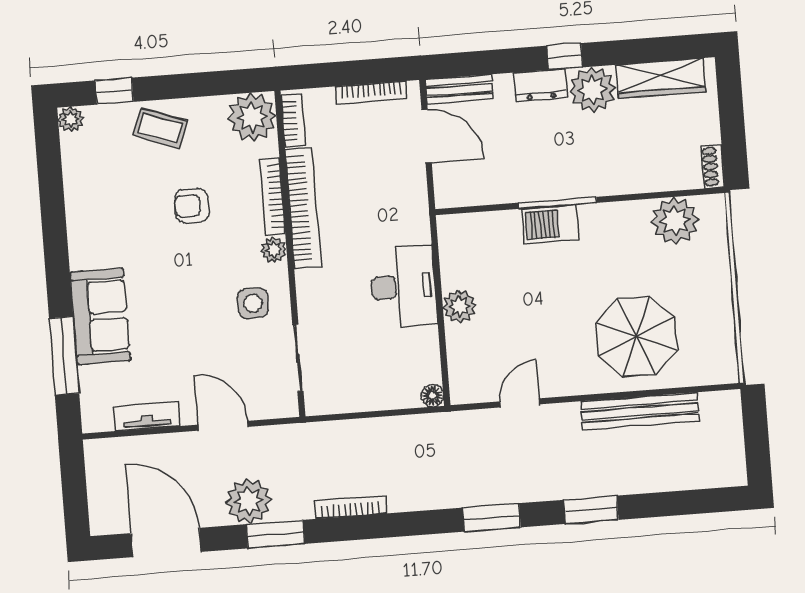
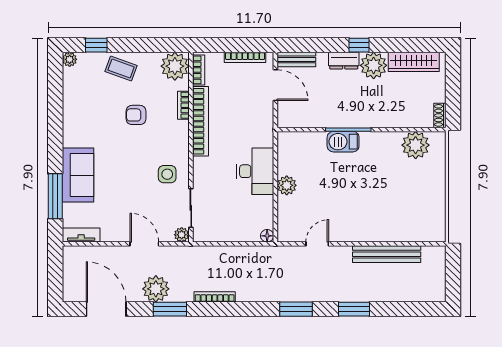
bookcase: (273, 197) -> (183, 105), width x0.64
plant: (274, 250) -> (182, 235), moved
parasol: (637, 336) -> (388, 211), removed
tv unit: (147, 416) -> (81, 235), moved

